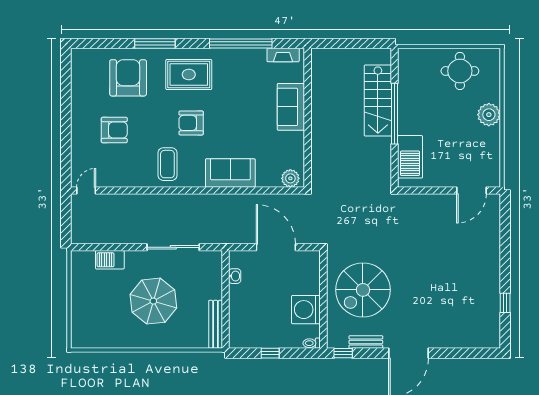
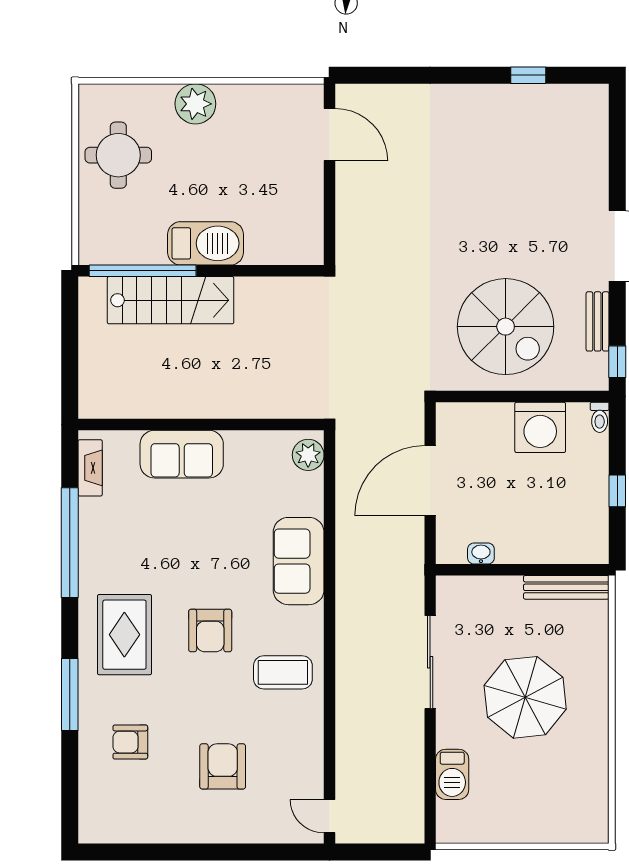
armchair: (128, 78) -> (130, 742), width x0.53, depth x0.53
window: (394, 114) -> (143, 271), moved
barbecue: (410, 157) -> (206, 243), moved

